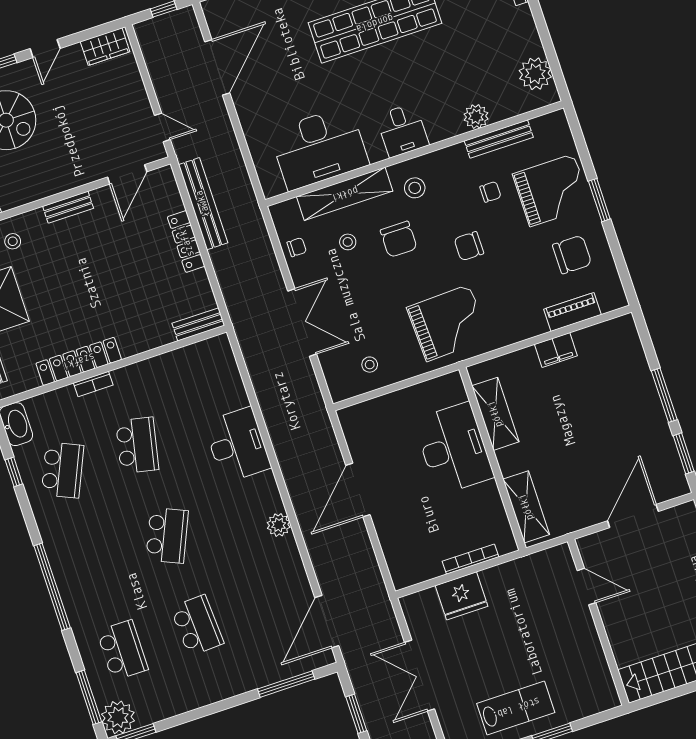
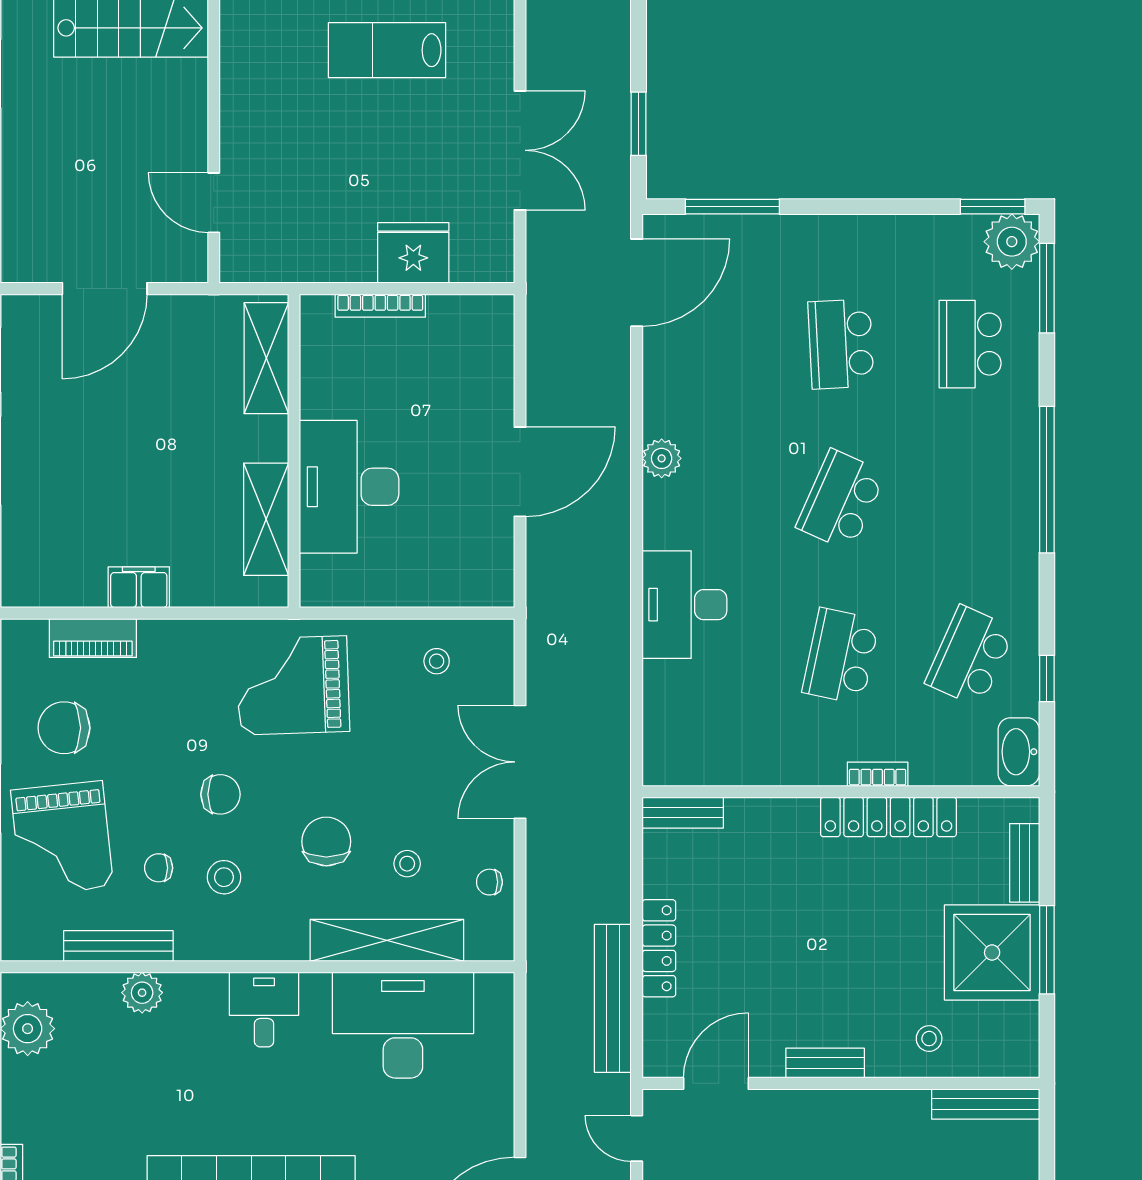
stool: (415, 188) -> (224, 877), moved
grand piano: (552, 190) -> (62, 838), turned -96

